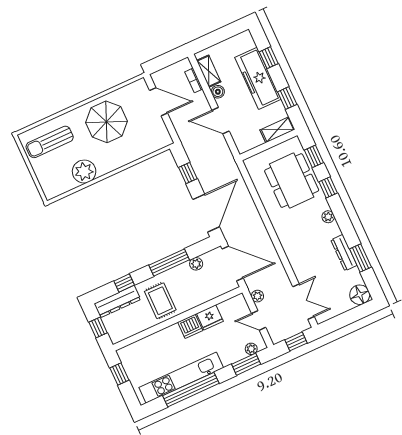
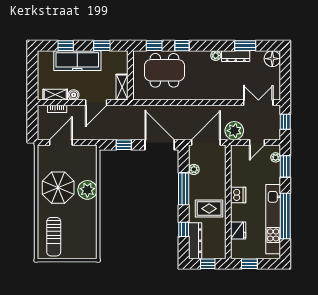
shelving: (277, 130) -> (122, 87), moved
plant: (84, 172) -> (87, 190), moved
plant: (328, 217) -> (216, 56), moved
plant: (257, 296) -> (234, 131), width x1.88, depth x1.88
fridge: (210, 317) -> (238, 230), moved

